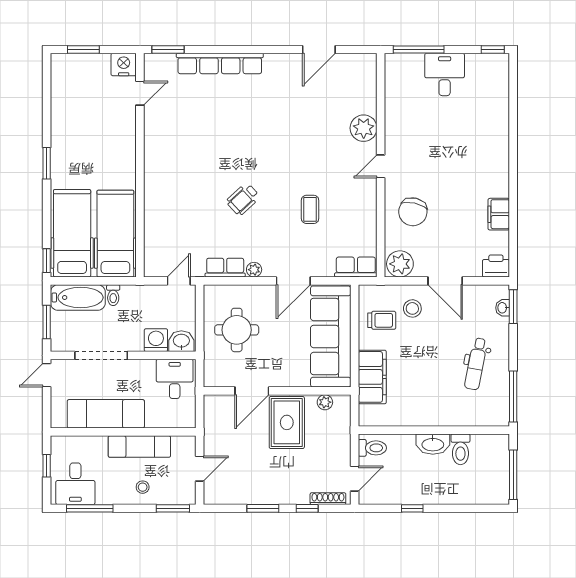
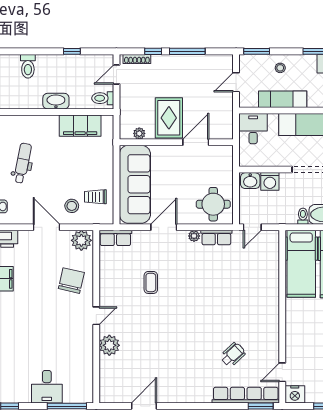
row of seats: (220, 64) -> (246, 395), moved
wheelchair: (243, 199) -> (233, 355), moved
round table: (237, 330) -> (213, 204), moved
filing cabinet: (372, 377) -> (80, 126), moved, turned -90
desk: (175, 379) -> (253, 129), moved, turned 180
toilet: (460, 449) -> (28, 66), moved, turned 180
window: (263, 508) -> (187, 51), width x1.44

